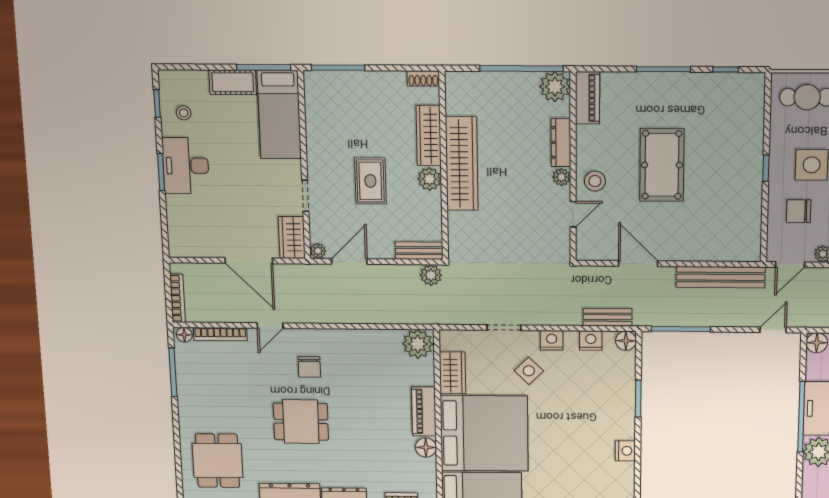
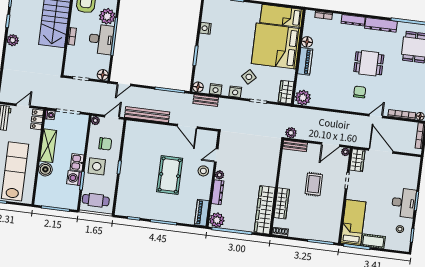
wardrobe: (462, 164) -> (265, 210), moved
plant: (429, 179) -> (284, 182), removed
wardrobe: (453, 373) -> (286, 92), moved

